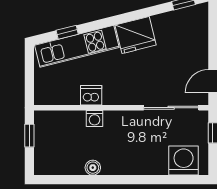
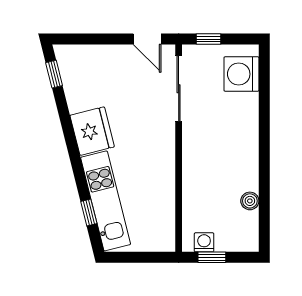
dishwasher: (91, 95) -> (164, 184), removed
washing machine: (95, 119) -> (204, 242), moved, turned -90
boiler: (93, 168) -> (250, 201), moved

